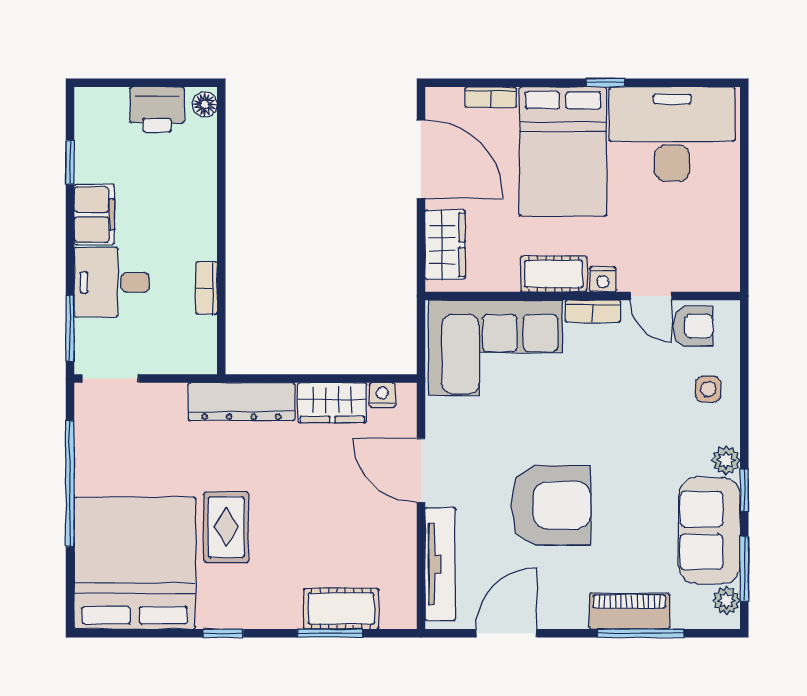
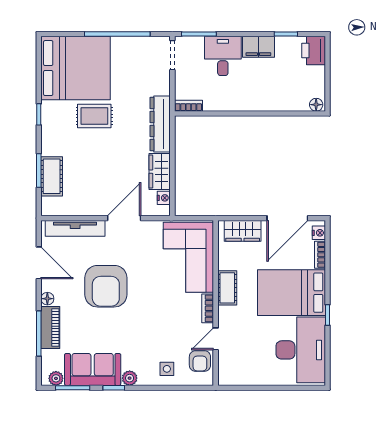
printer: (157, 109) -> (314, 50), moved
nightstand: (603, 279) -> (319, 233), moved, turned 180
bookcase: (207, 288) -> (188, 106), moved
floor lamp: (574, 617) -> (47, 299), added

